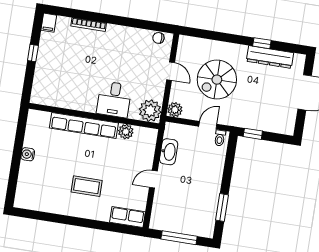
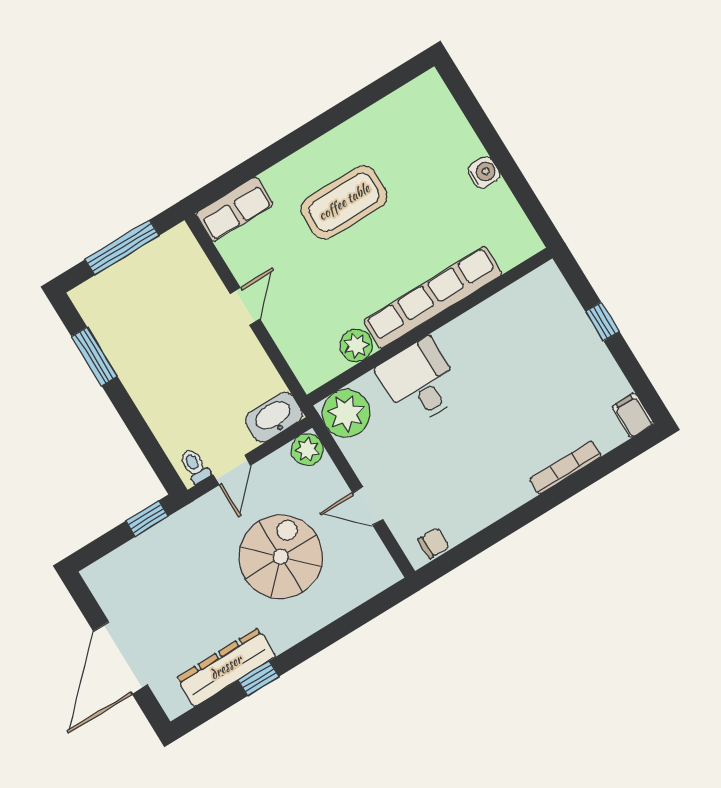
window: (33, 53) -> (602, 322), moved
washbasin: (169, 152) -> (274, 417), moved, turned 90
coffee table: (87, 186) -> (344, 202), width x1.36, depth x1.32

